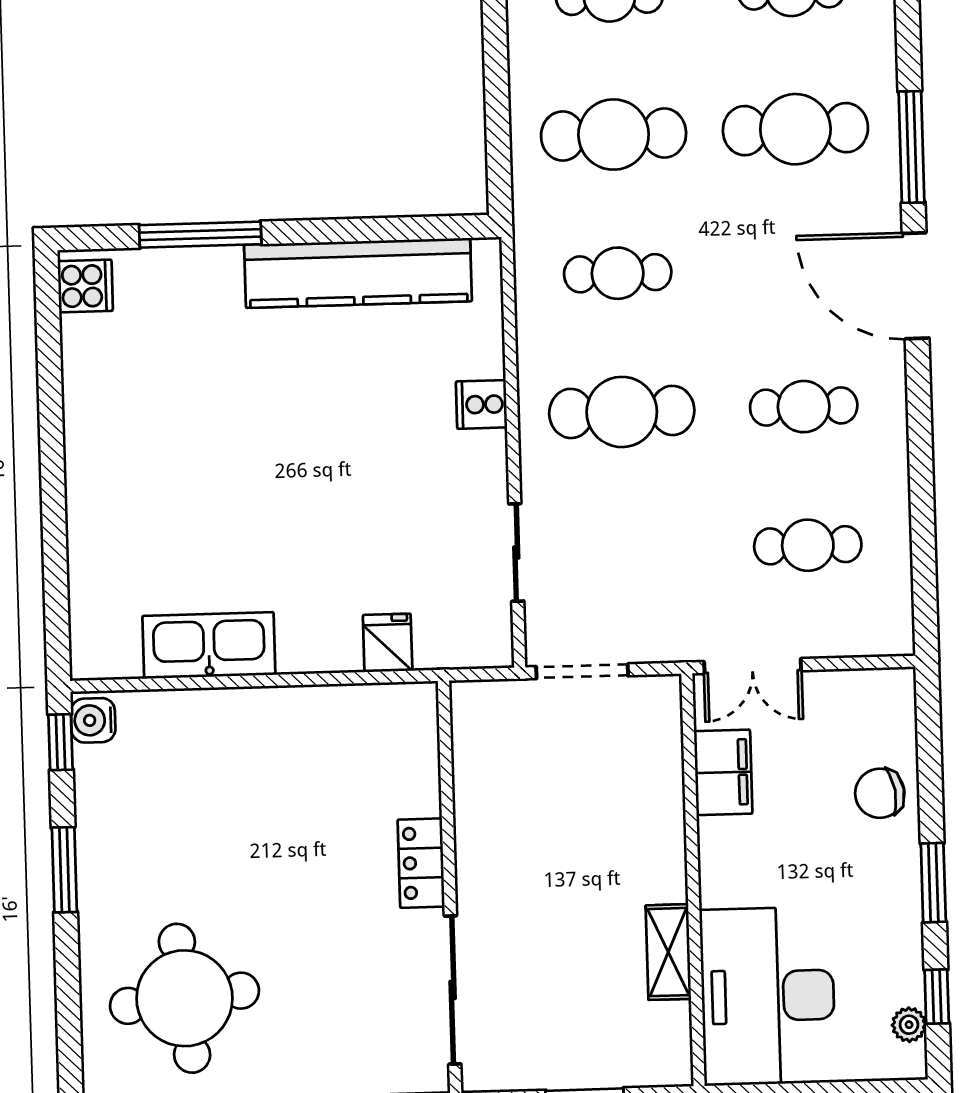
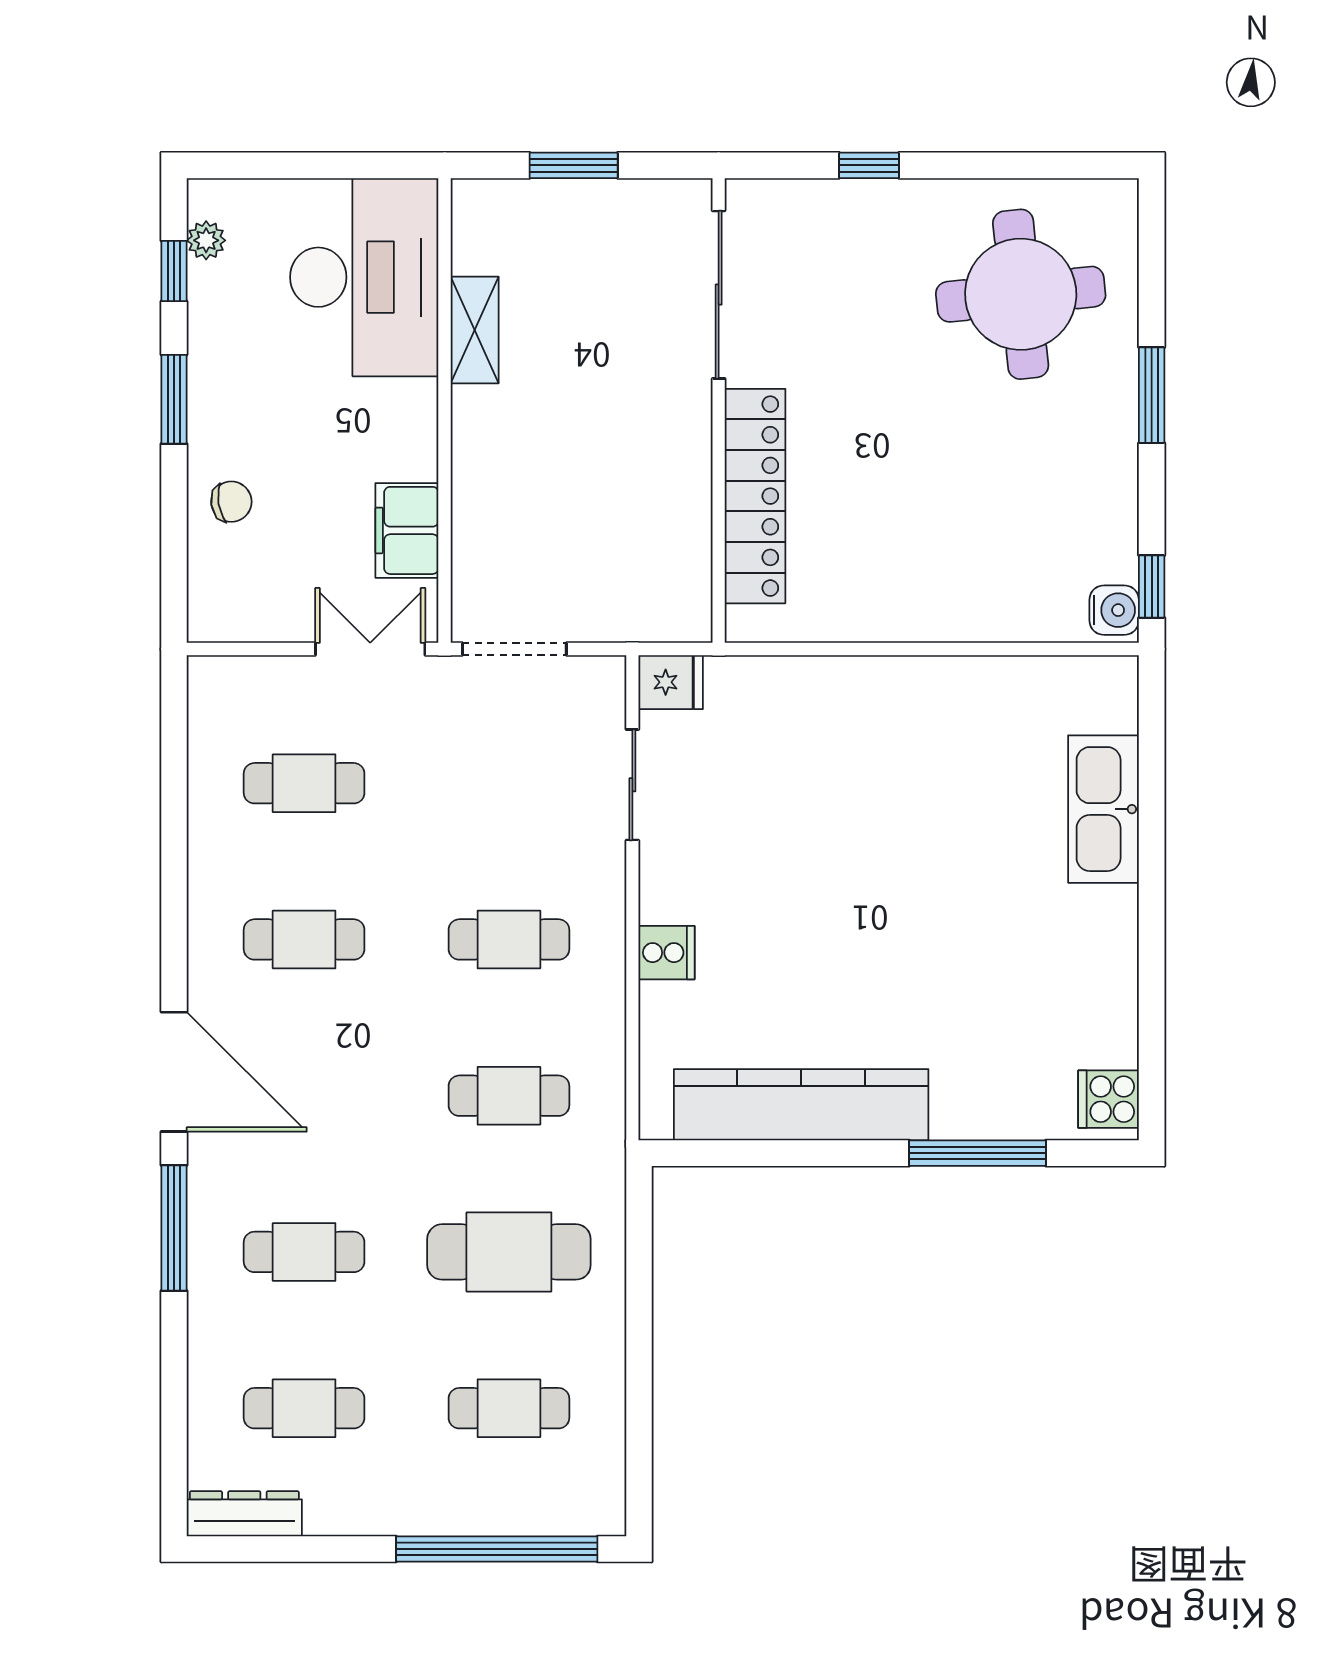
cafe table: (795, 129) -> (304, 1252), width x0.73, depth x0.74
cafe table: (622, 412) -> (509, 939), width x0.73, depth x0.74
fridge: (388, 643) -> (671, 682), moved, turned -90
kitchen sink: (209, 645) -> (1103, 809), moved, turned 90
doorway: (582, 671) -> (514, 649), moved
chair: (880, 793) -> (231, 502), width x0.73, depth x0.73
locker: (421, 863) -> (755, 496), width x2.16, depth x1.21
window: (64, 870) -> (1152, 395), moved

